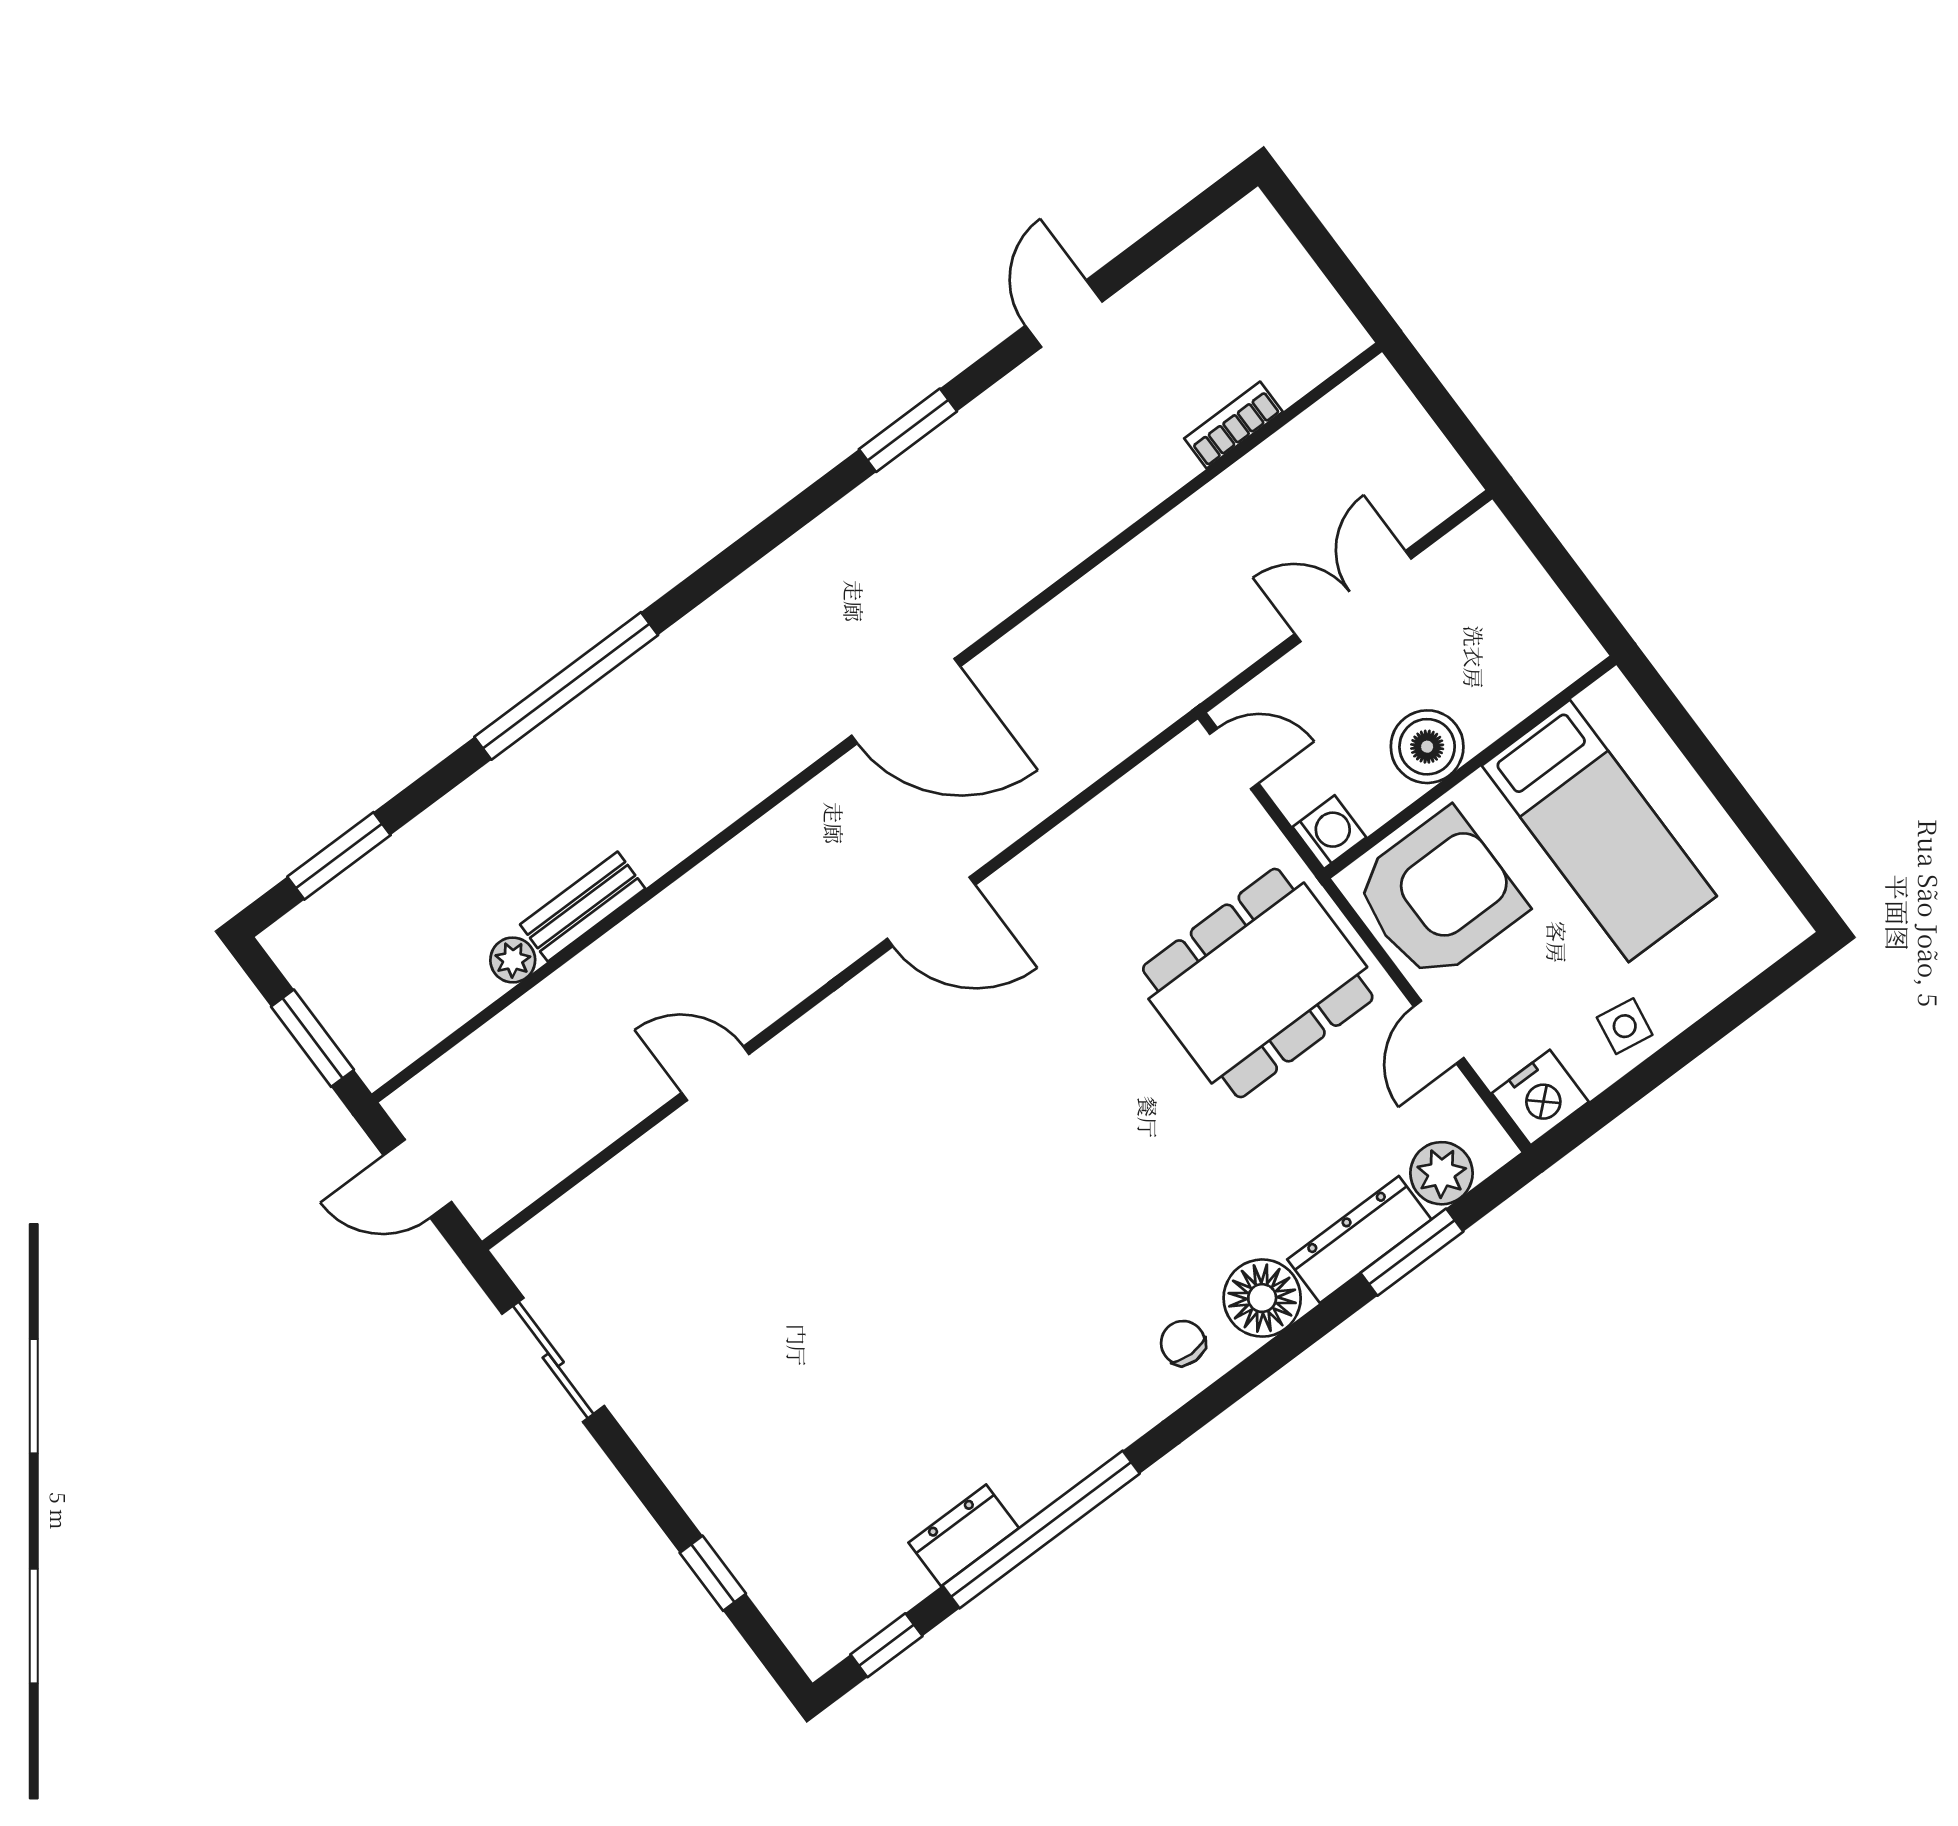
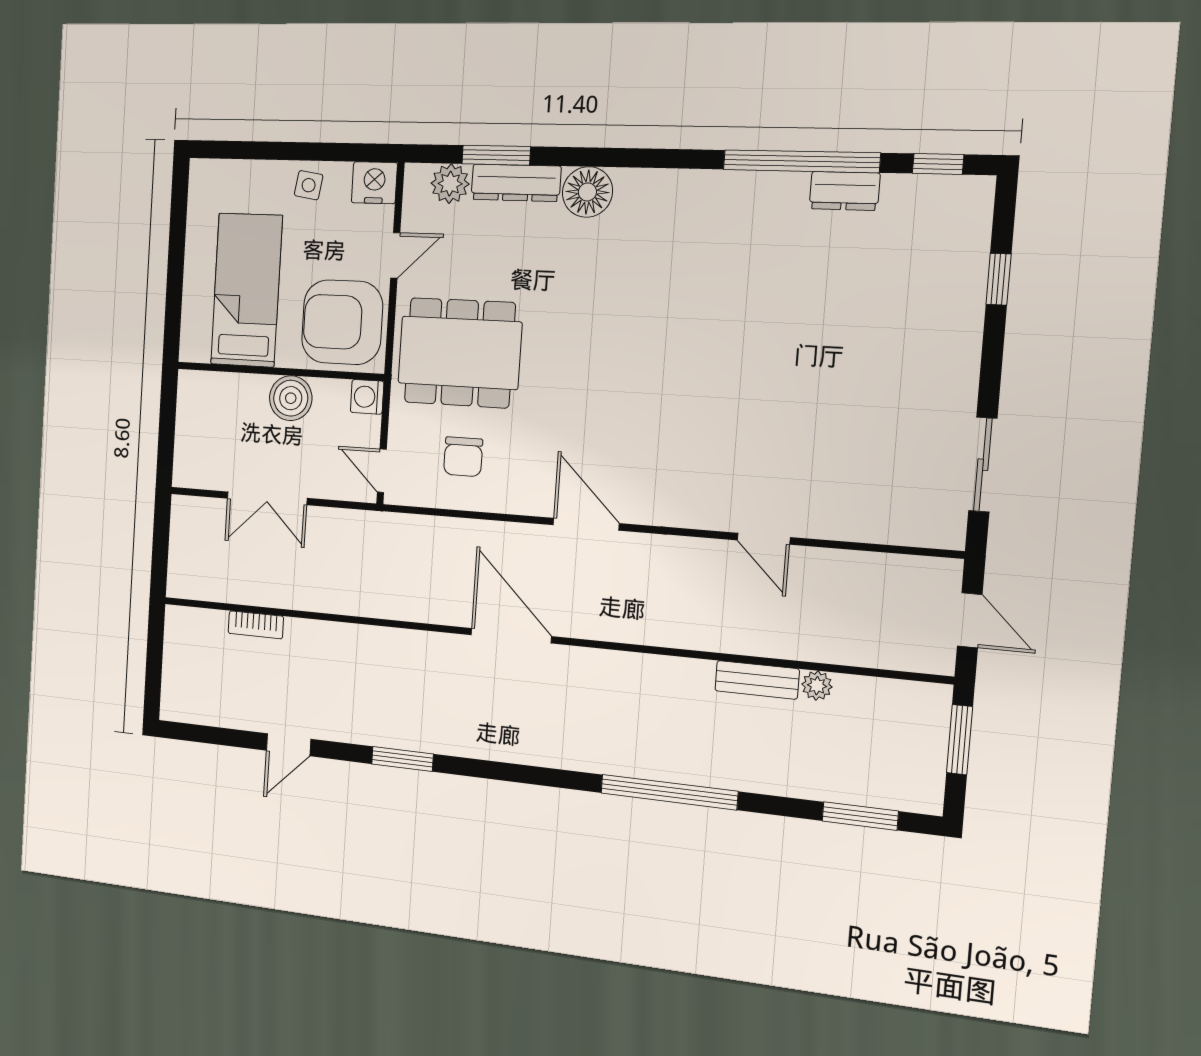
chair: (1183, 1343) -> (463, 457), moved, width x1.37, depth x1.37

